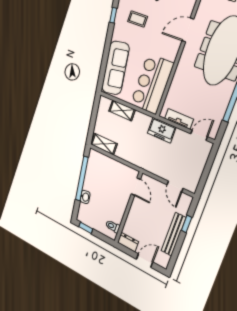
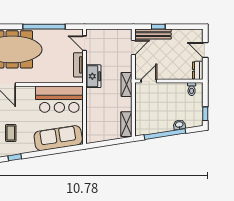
shelving: (122, 110) -> (127, 84), moved
bench: (174, 234) -> (153, 34), moved

